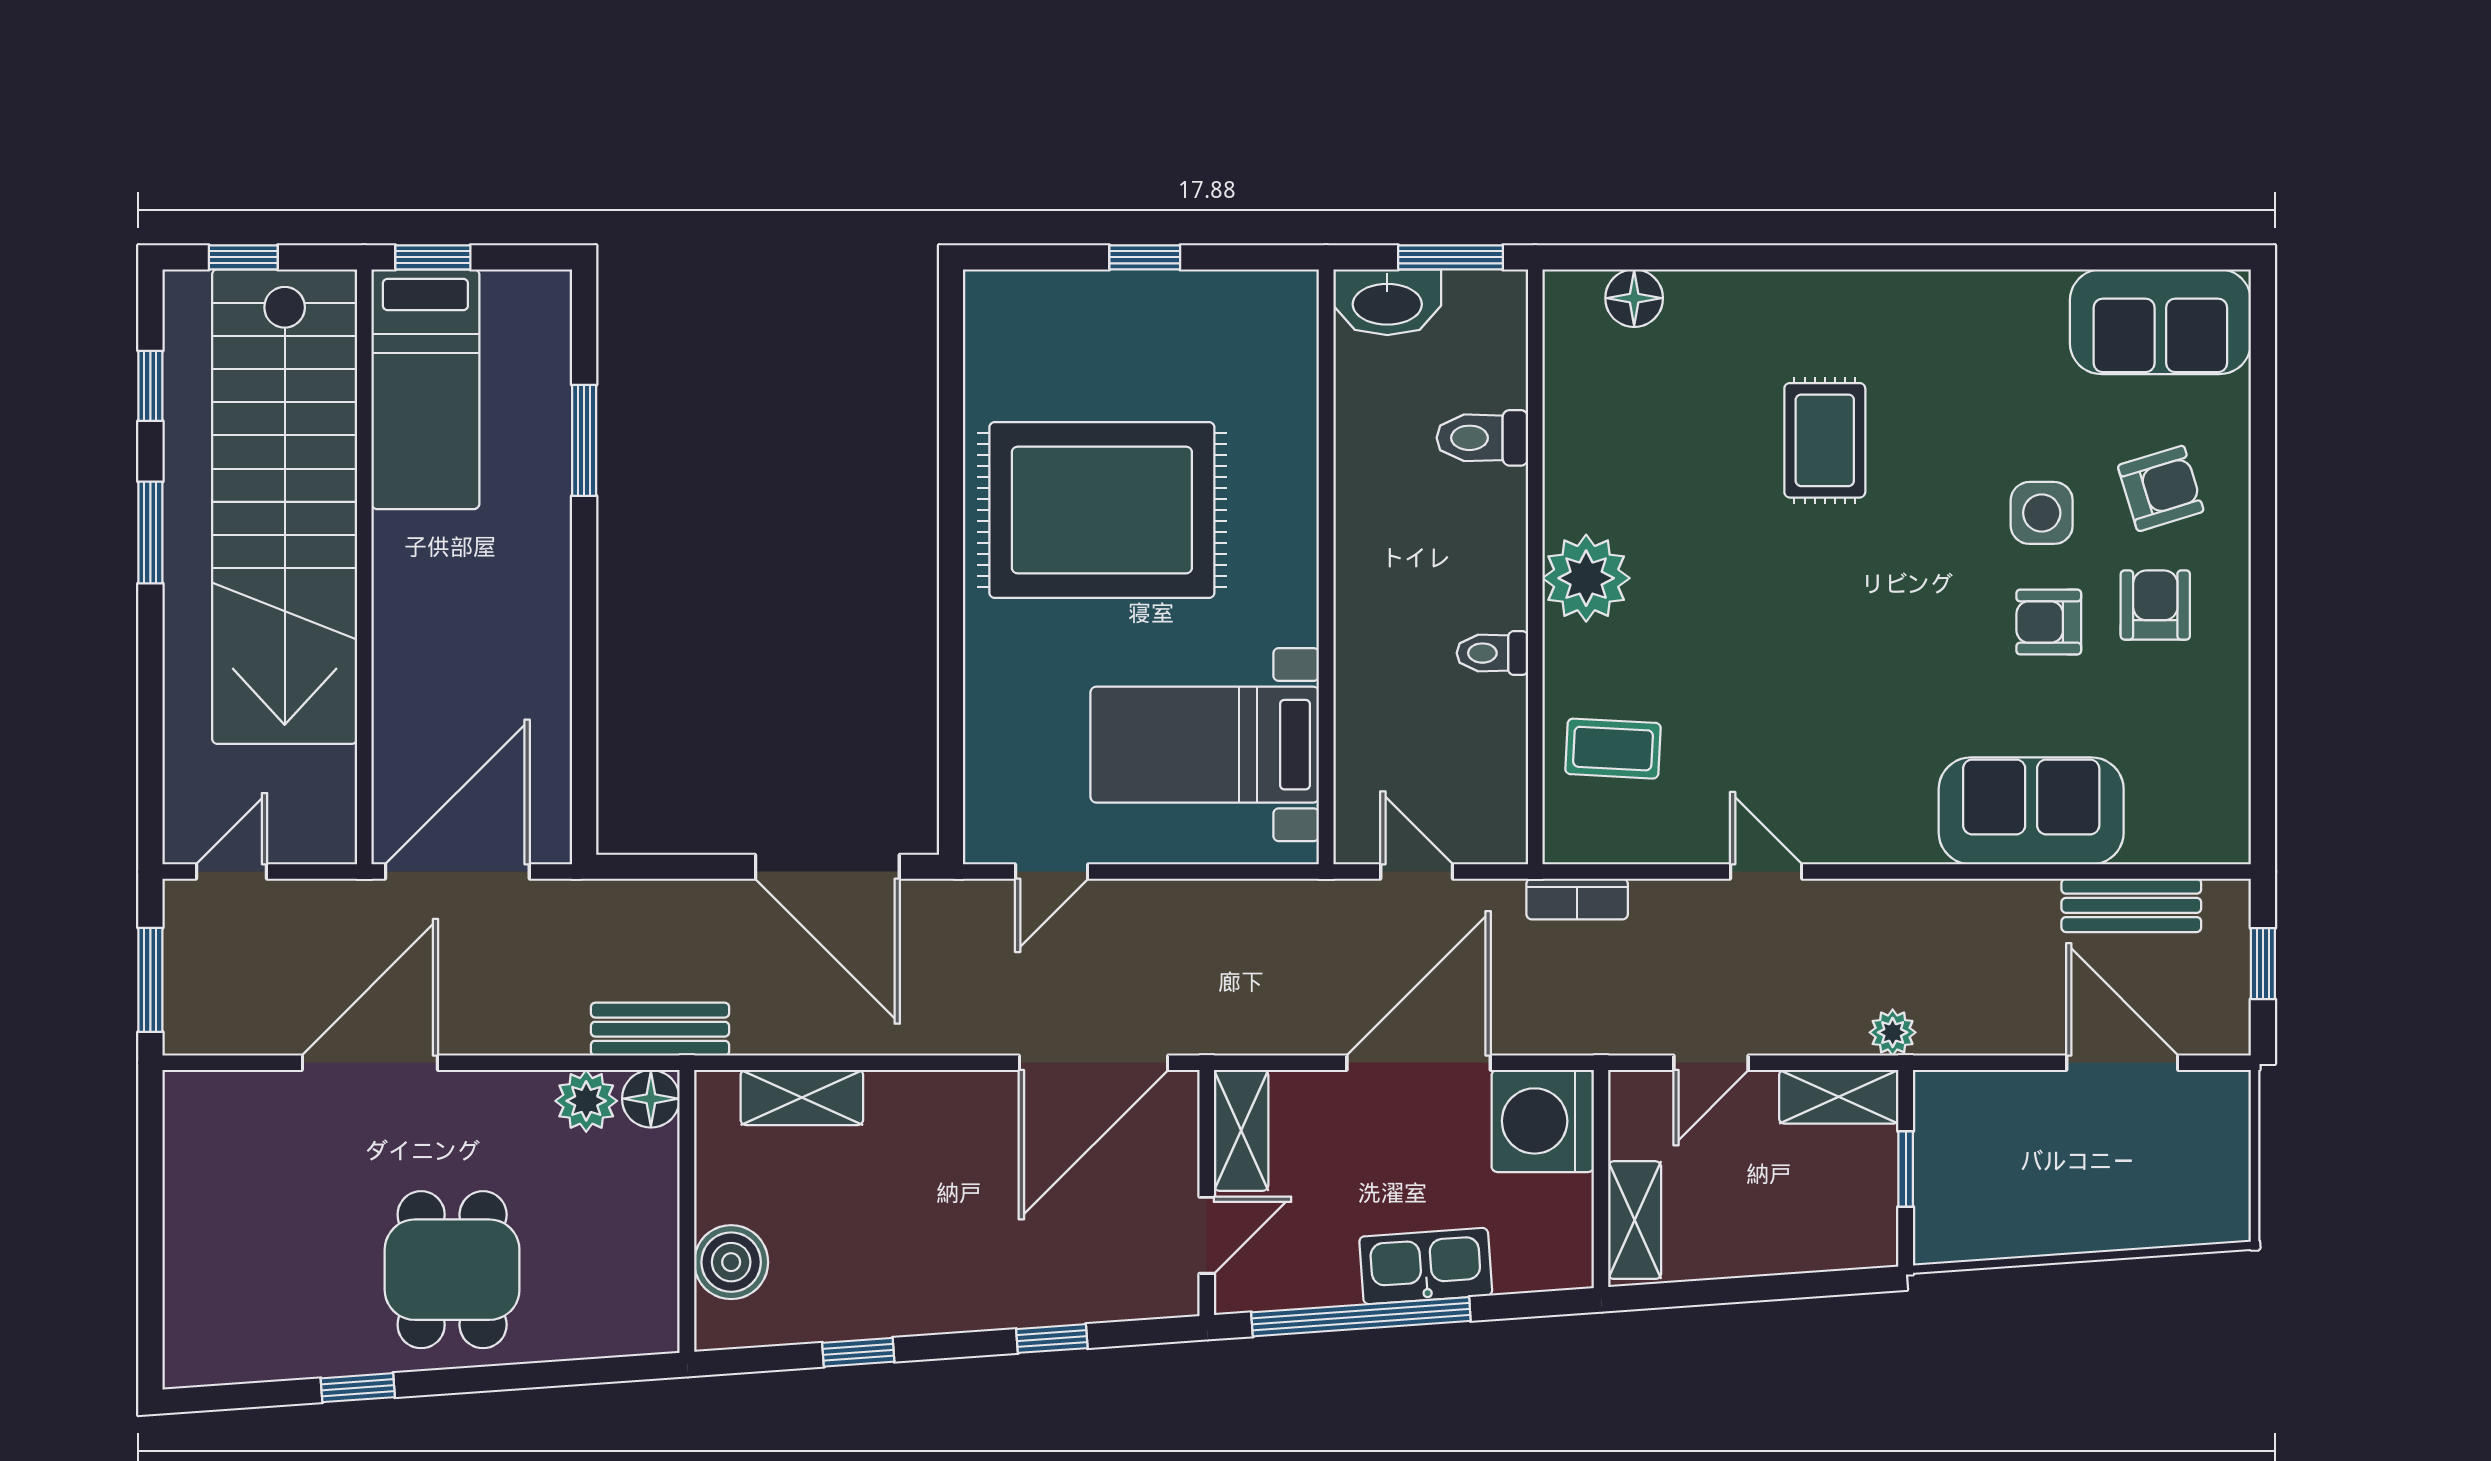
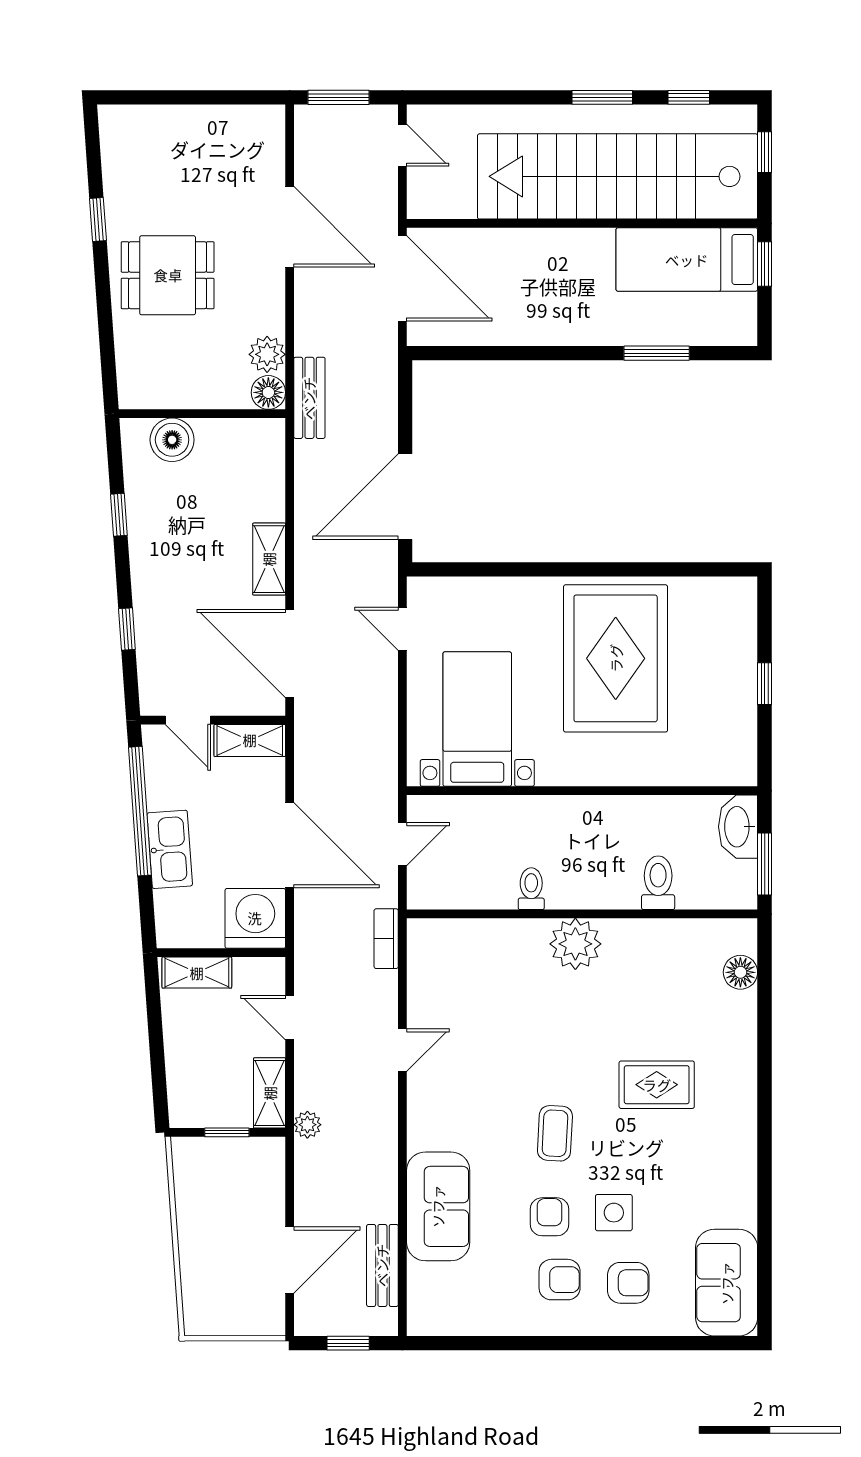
armchair: (2161, 488) -> (628, 1283), turned -73
coffee table: (1613, 749) -> (555, 1133), moved
shelving: (802, 1097) -> (269, 559), moved

